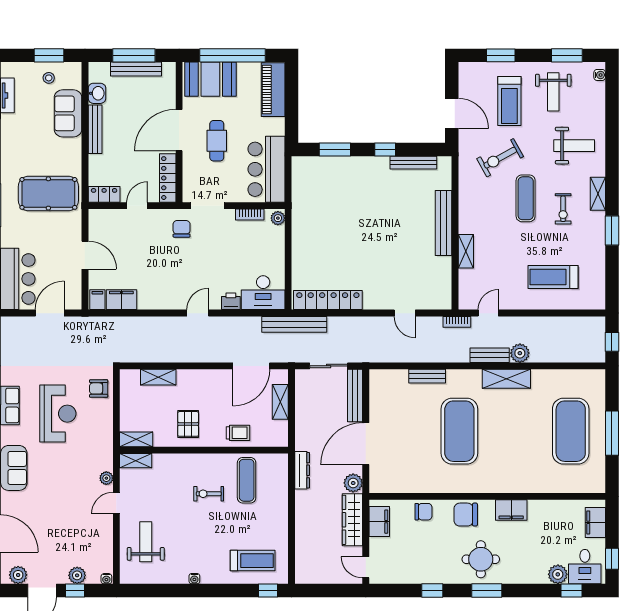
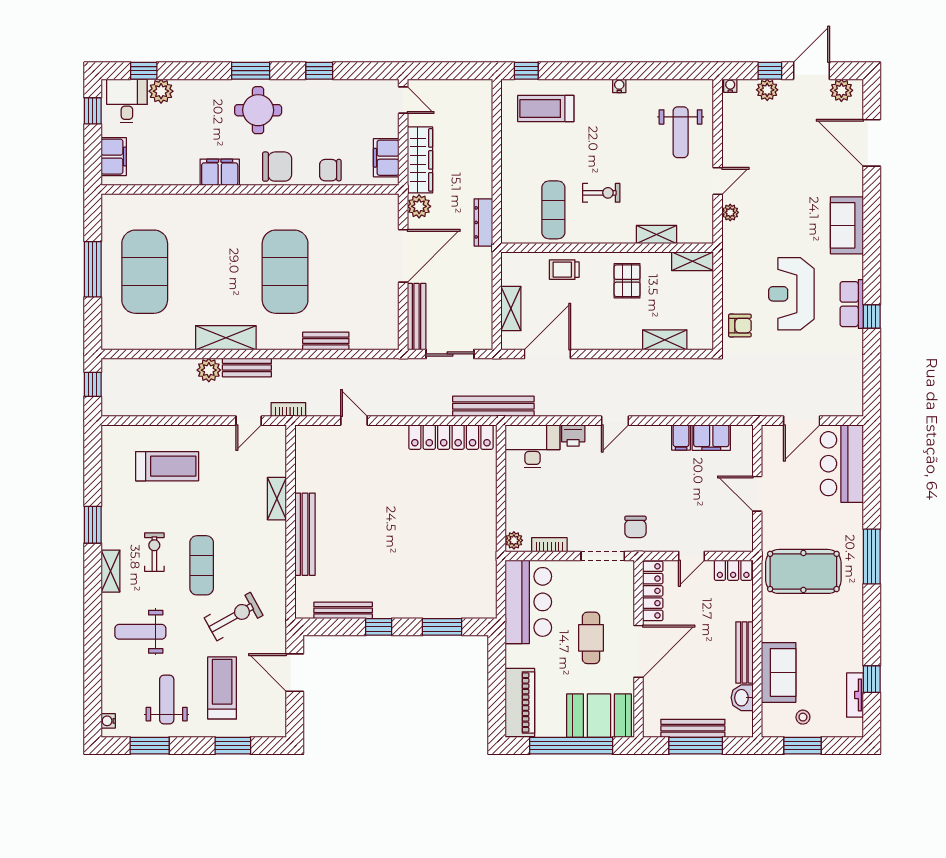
filing cabinet: (97, 300) -> (681, 437), moved
shelving: (136, 461) -> (656, 235), moved

